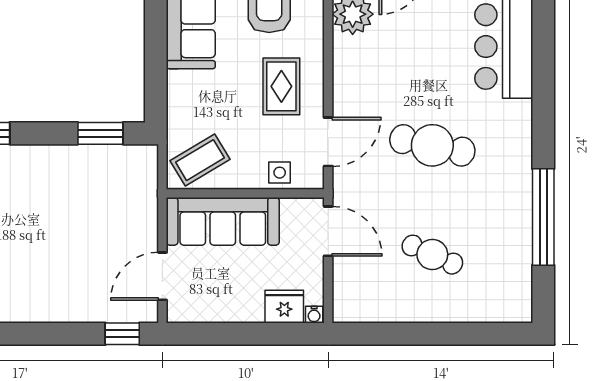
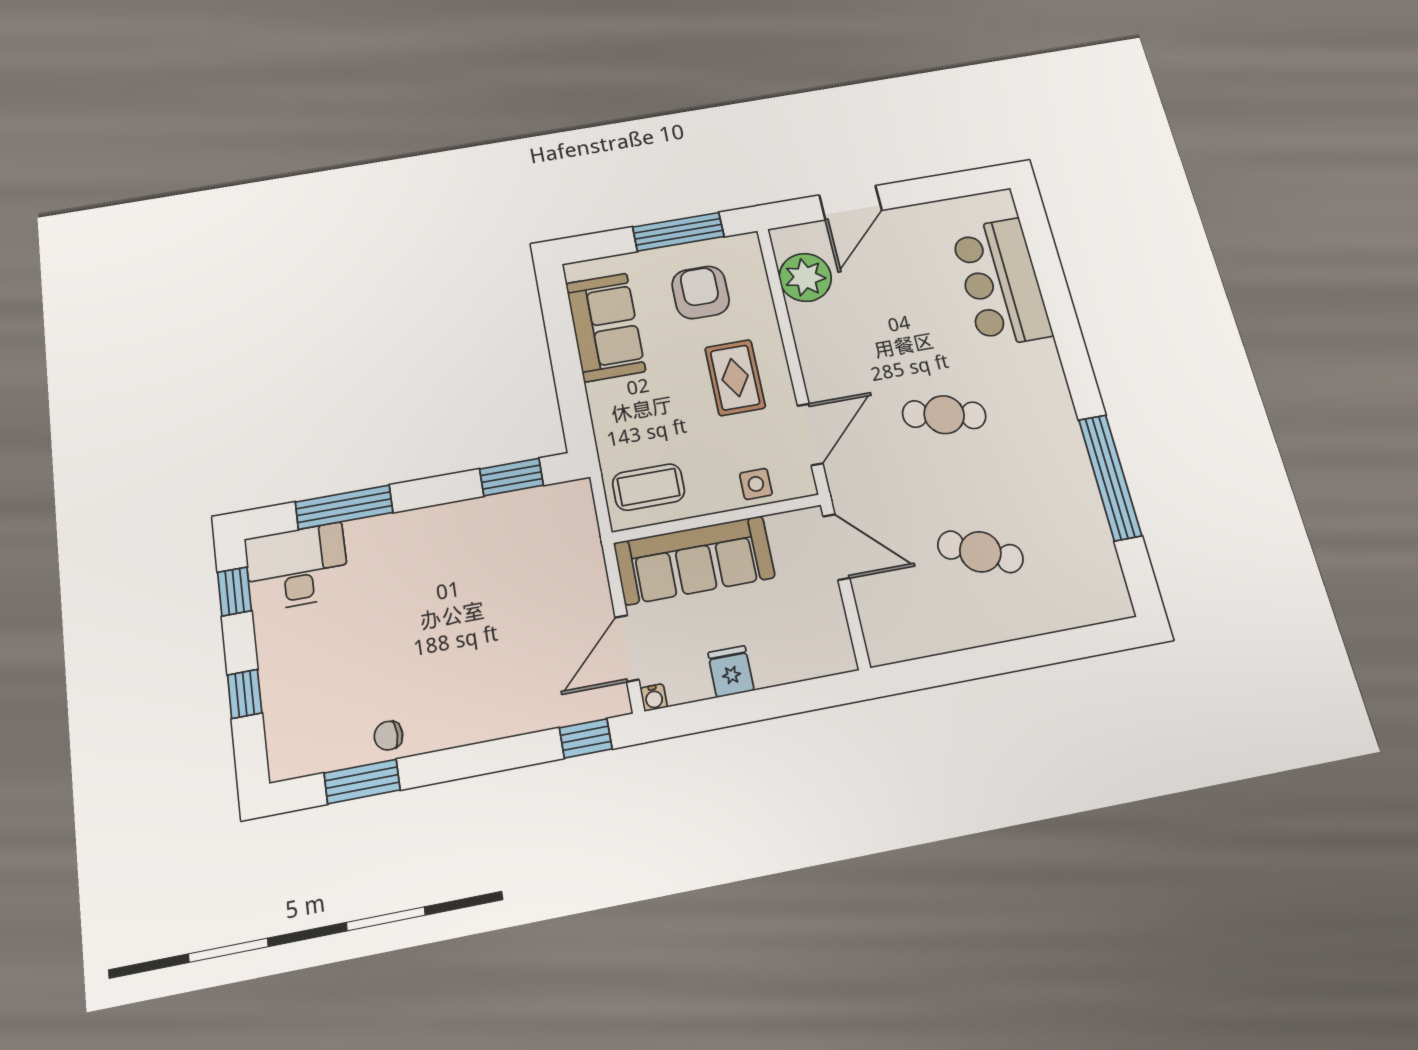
cafe table: (432, 145) -> (944, 415), width x0.73, depth x0.74
coffee table: (200, 160) -> (649, 487), turned 31
fridge: (284, 307) -> (731, 671), moved, width x0.72
water cooler: (314, 315) -> (654, 698), moved

